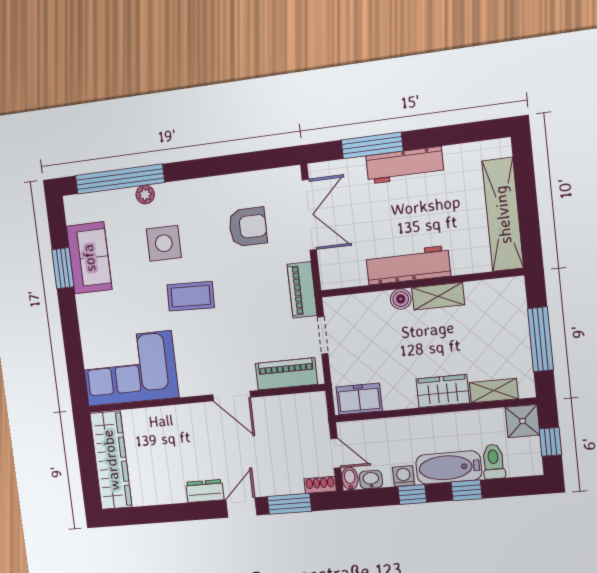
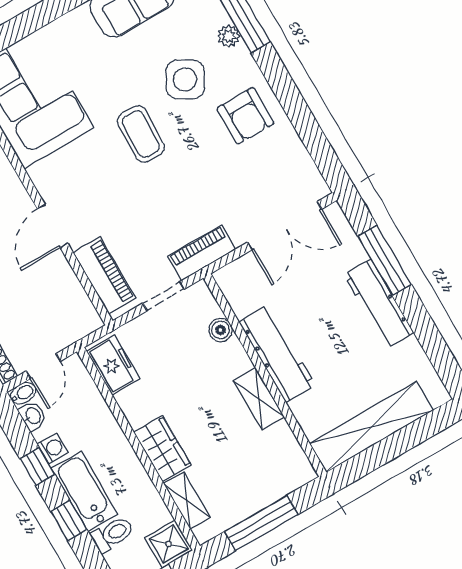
armchair: (248, 227) -> (245, 116), moved
side table: (164, 243) -> (185, 79), turned 30
boiler: (401, 299) -> (220, 330), moved

